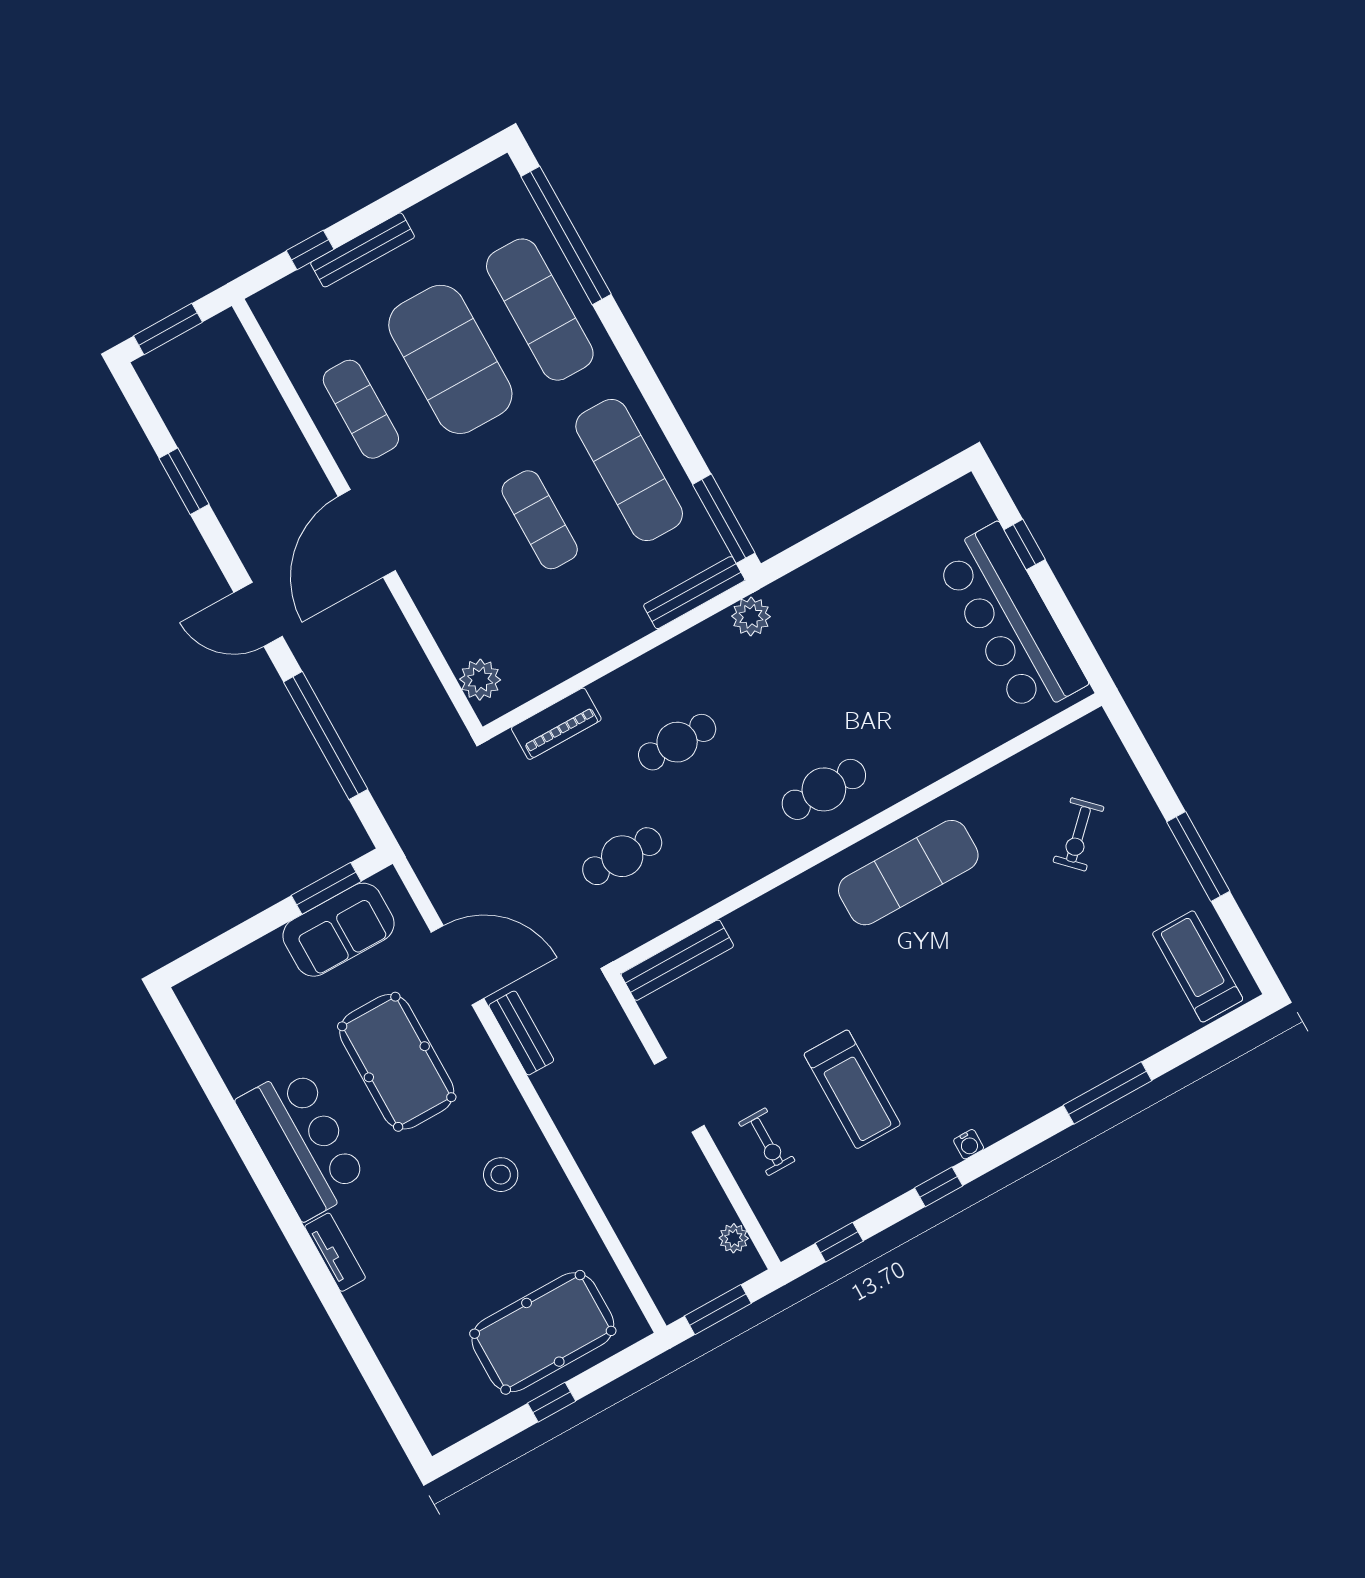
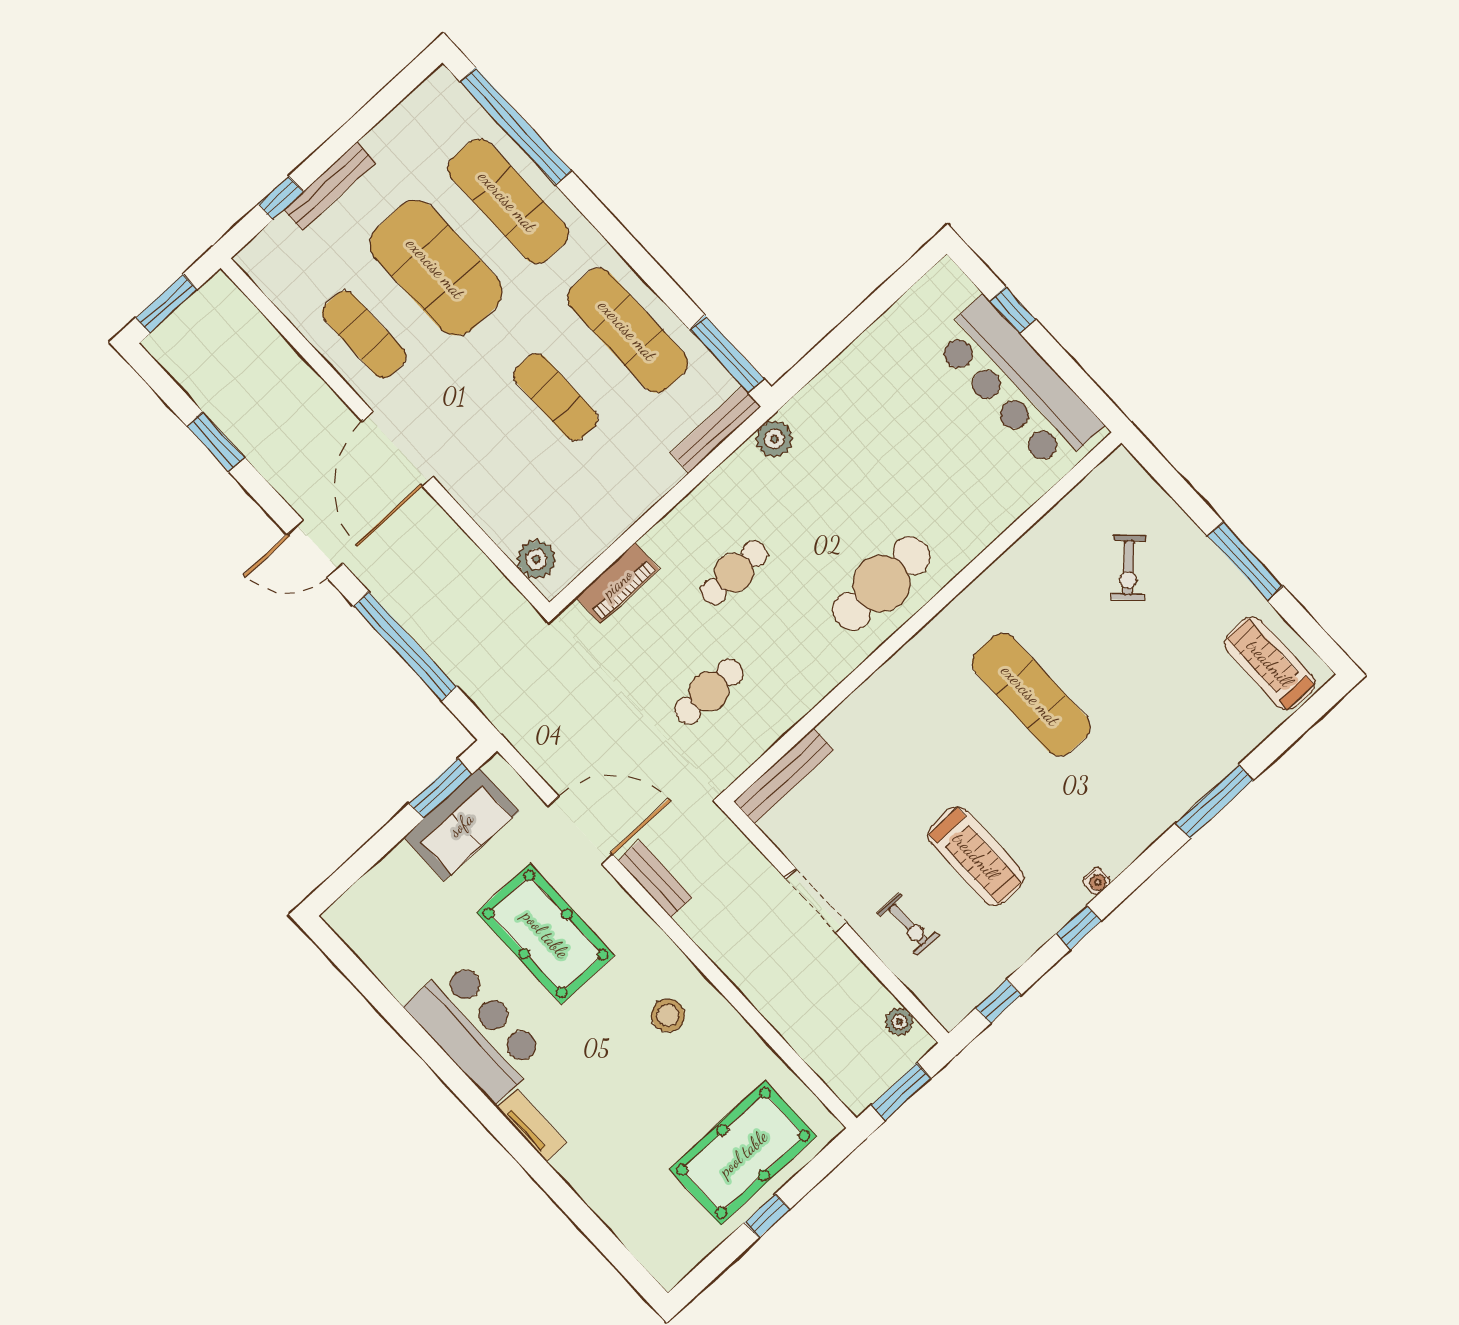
cafe table: (824, 789) -> (881, 583), width x1.37, depth x1.35
exercise mat: (908, 873) -> (1031, 695), moved, turned 90

